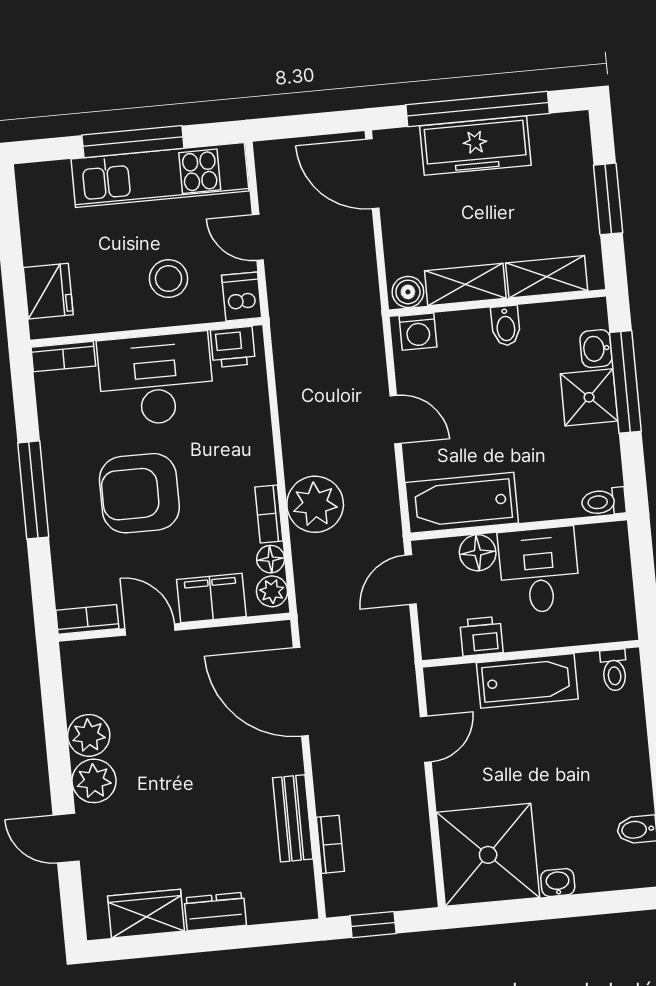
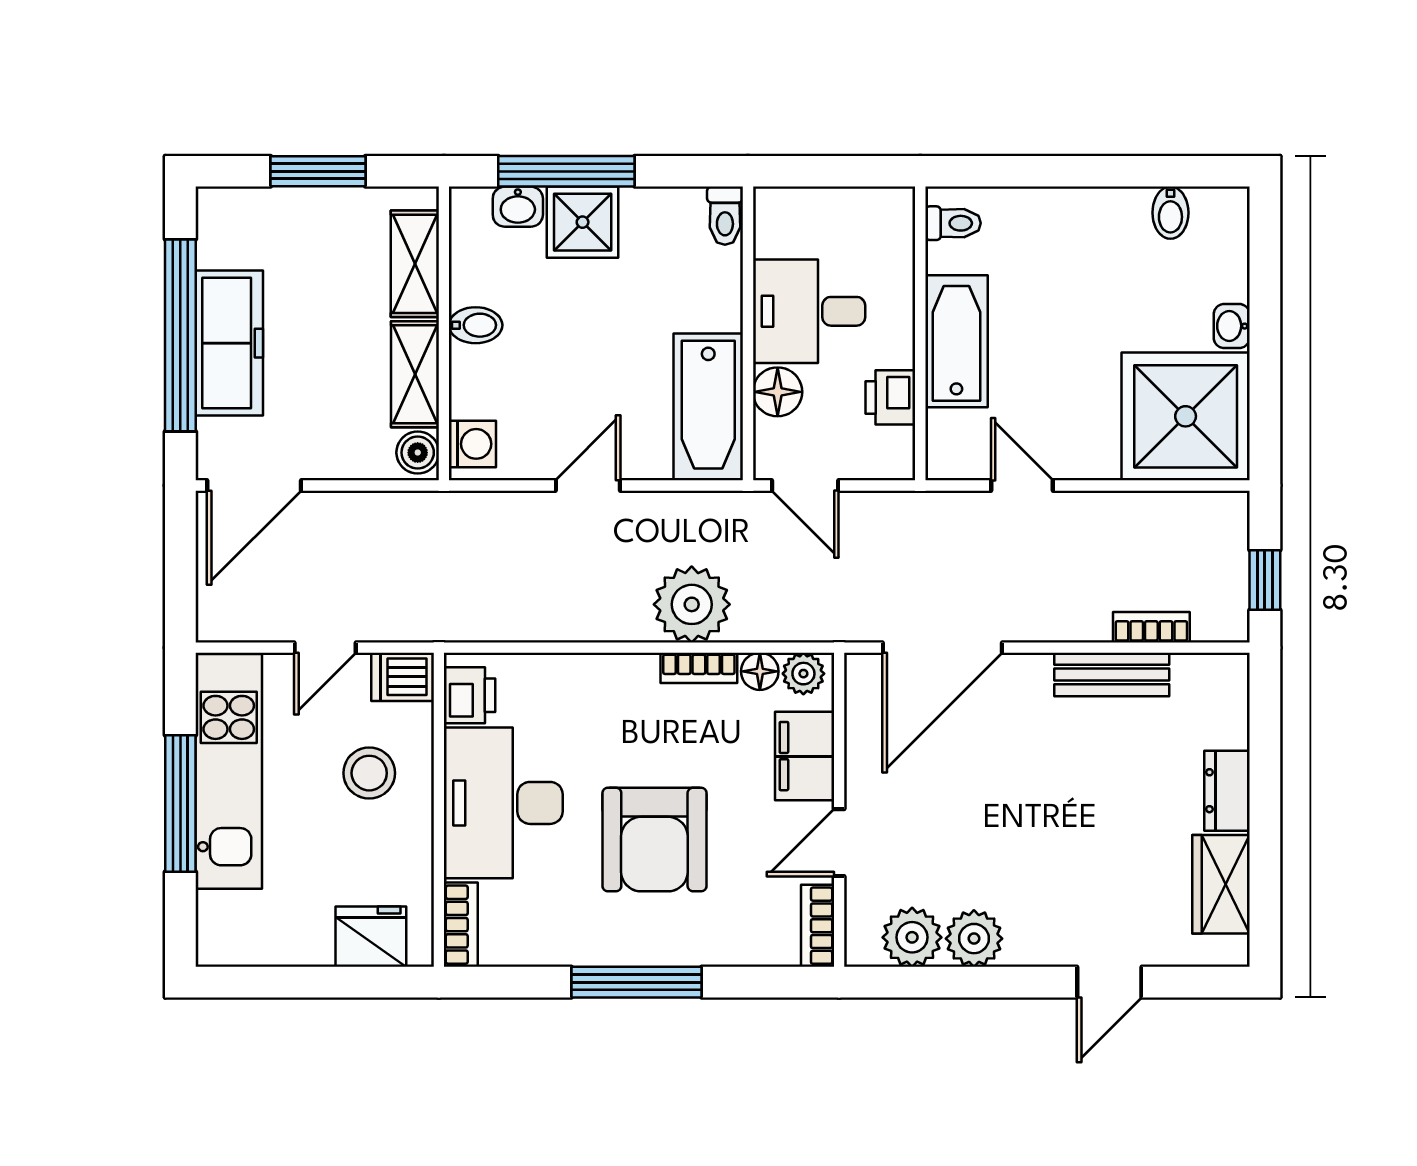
plant: (94, 781) -> (912, 937), moved

